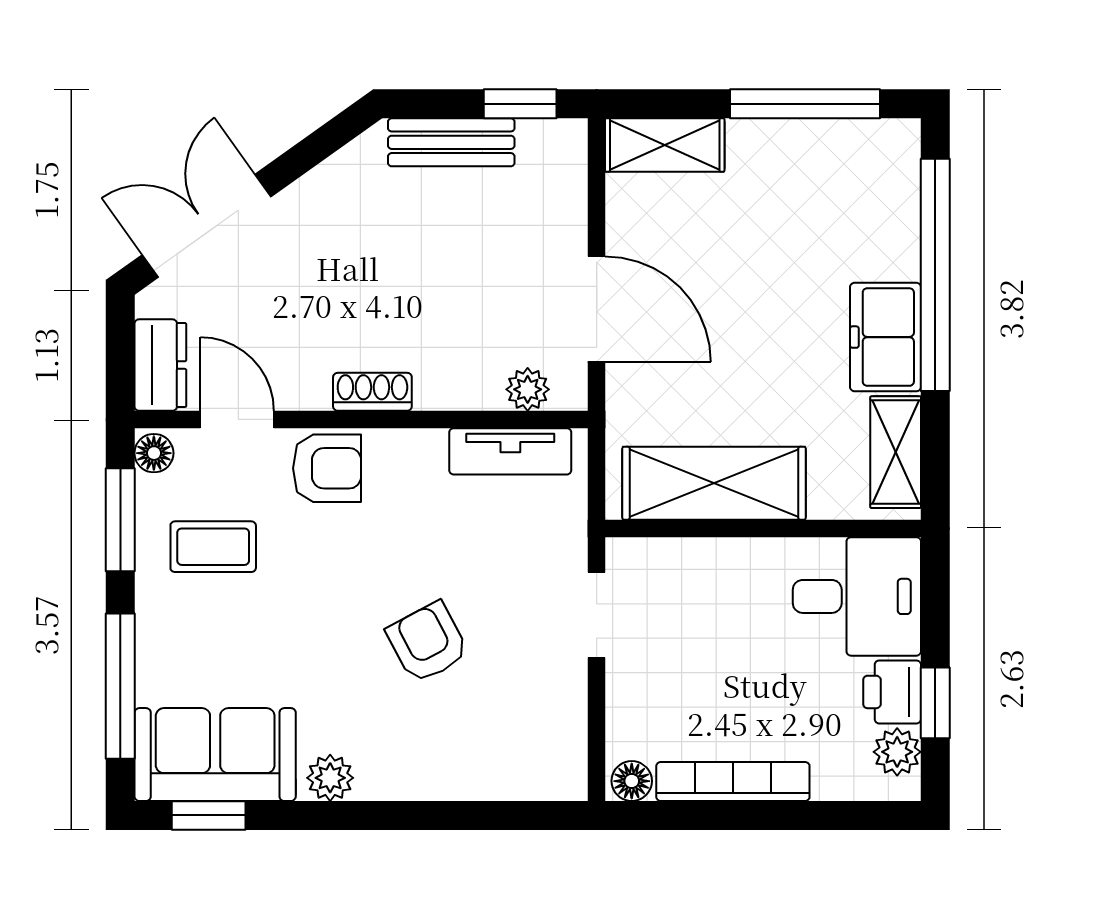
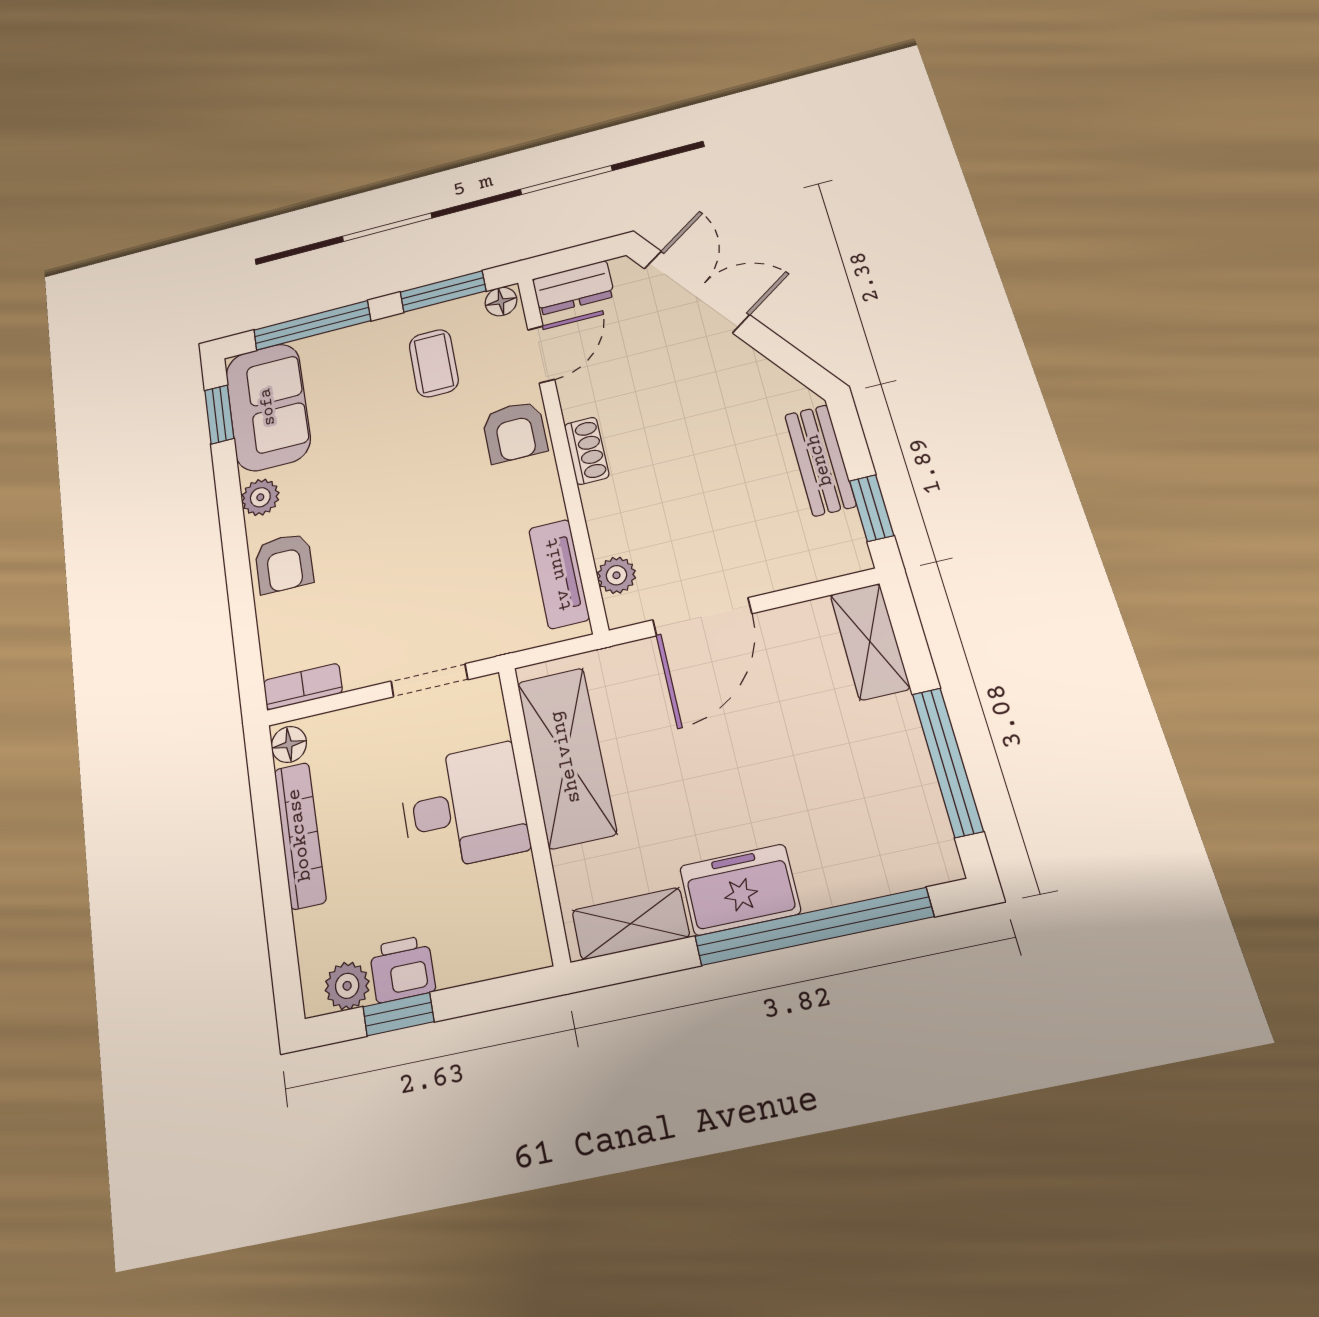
desk: (857, 596) -> (463, 807), moved, turned -90
armchair: (428, 642) -> (284, 563), moved, turned 118
bookcase: (570, 757) -> (303, 687), added

